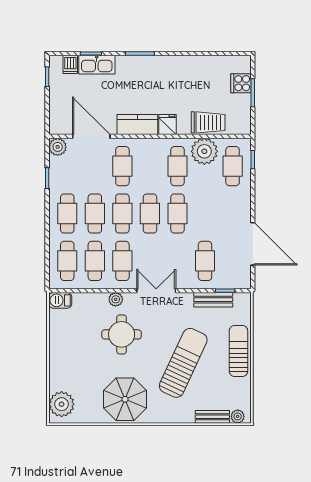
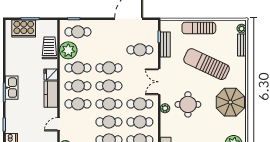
kitchen sink: (97, 65) -> (12, 88), moved
cooker: (241, 83) -> (24, 28), width x1.87, depth x1.31
door: (91, 136) -> (59, 124), width x0.53
cafe table: (150, 166) -> (78, 86), added

